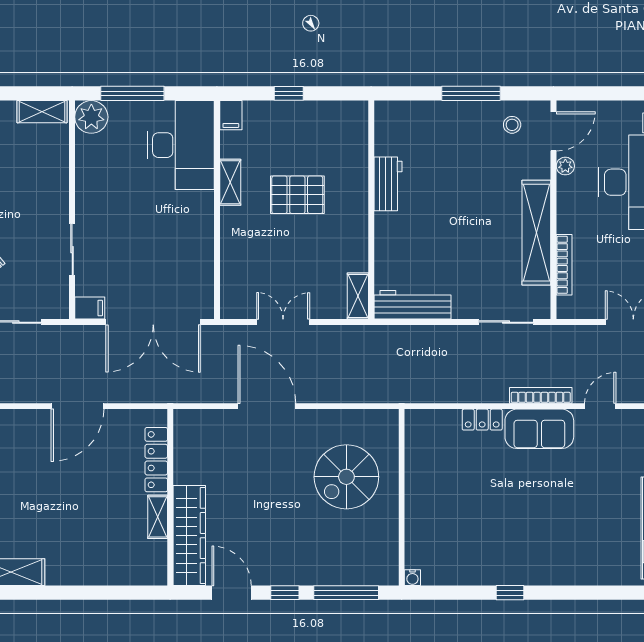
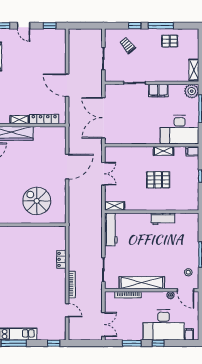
pallet: (297, 195) -> (158, 180), turned 90
filing cabinet: (90, 308) -> (158, 90), moved, width x2.00
sofa: (539, 429) -> (57, 284), removed

